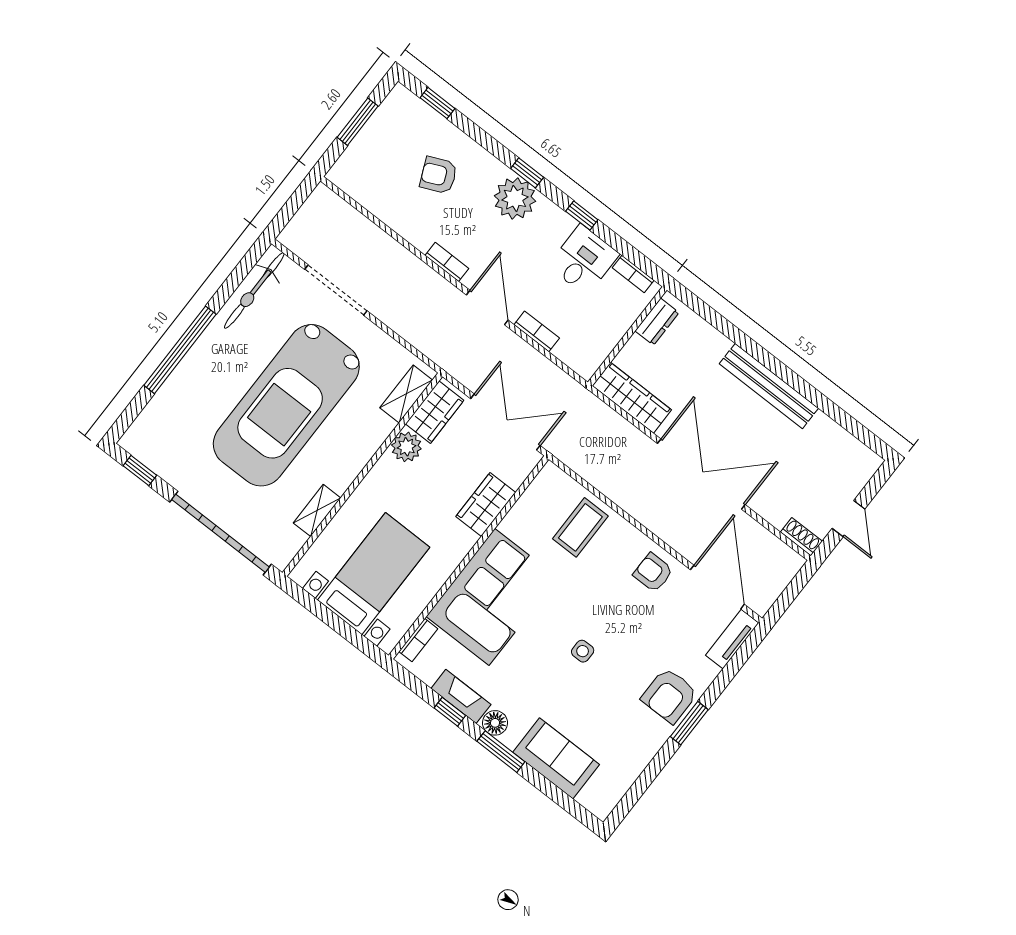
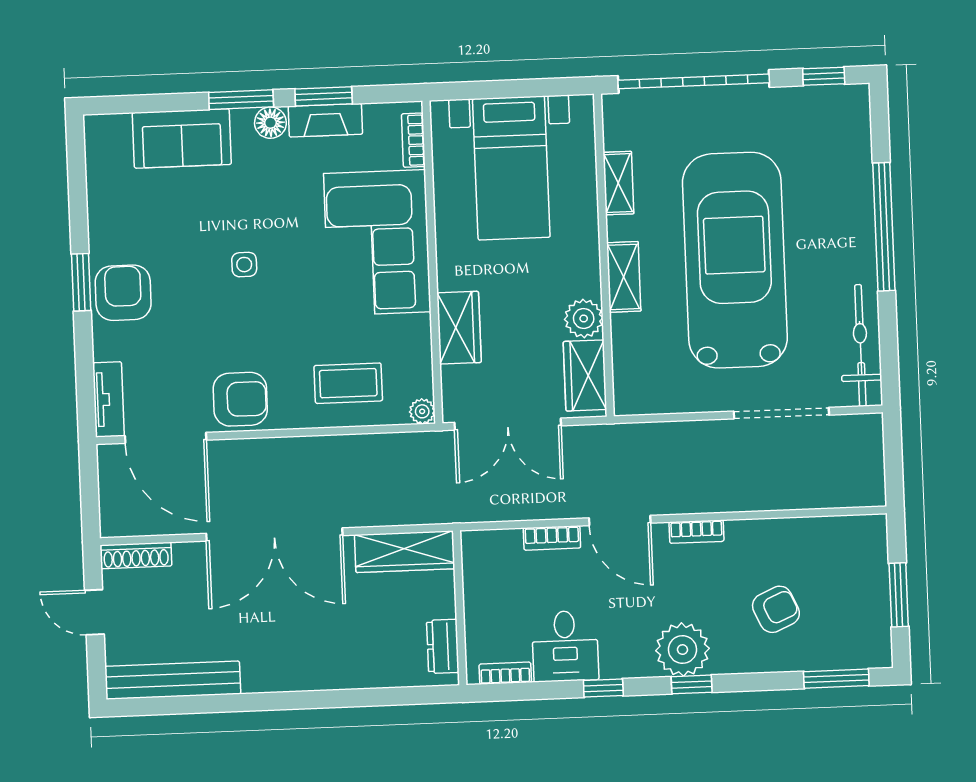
window: (437, 103) -> (836, 679), width x1.50
bench: (769, 386) -> (173, 680), moved
shelving: (406, 394) -> (624, 277), moved
plant: (550, 473) -> (422, 411), added
coffee table: (580, 527) -> (348, 383), turned 90
shoe rack: (801, 537) -> (136, 555), width x1.43
armchair: (653, 572) -> (240, 399), width x1.38, depth x1.38
window: (450, 712) -> (324, 96), width x1.50

